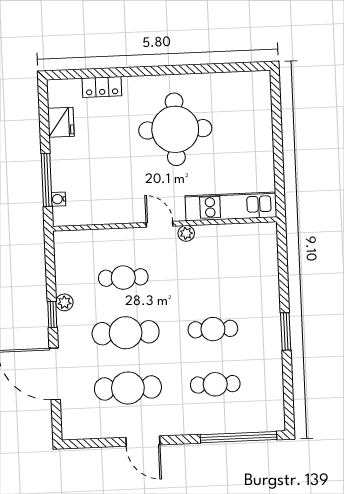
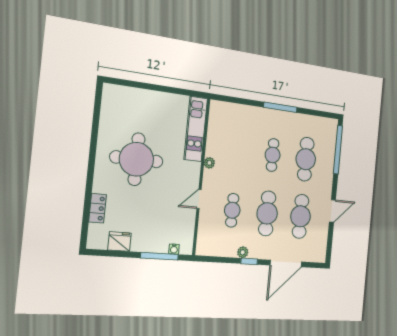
door: (160, 224) -> (199, 199), moved
window: (286, 331) -> (280, 107), width x1.44
cafe table: (215, 384) -> (306, 159), width x1.37, depth x1.35

